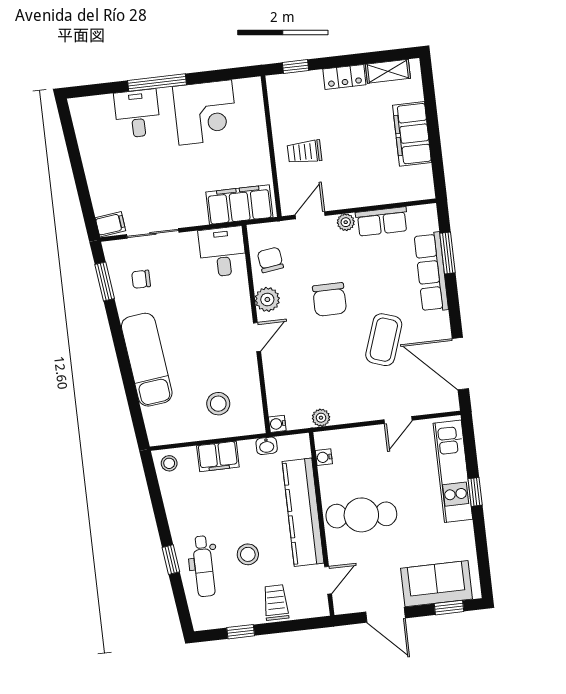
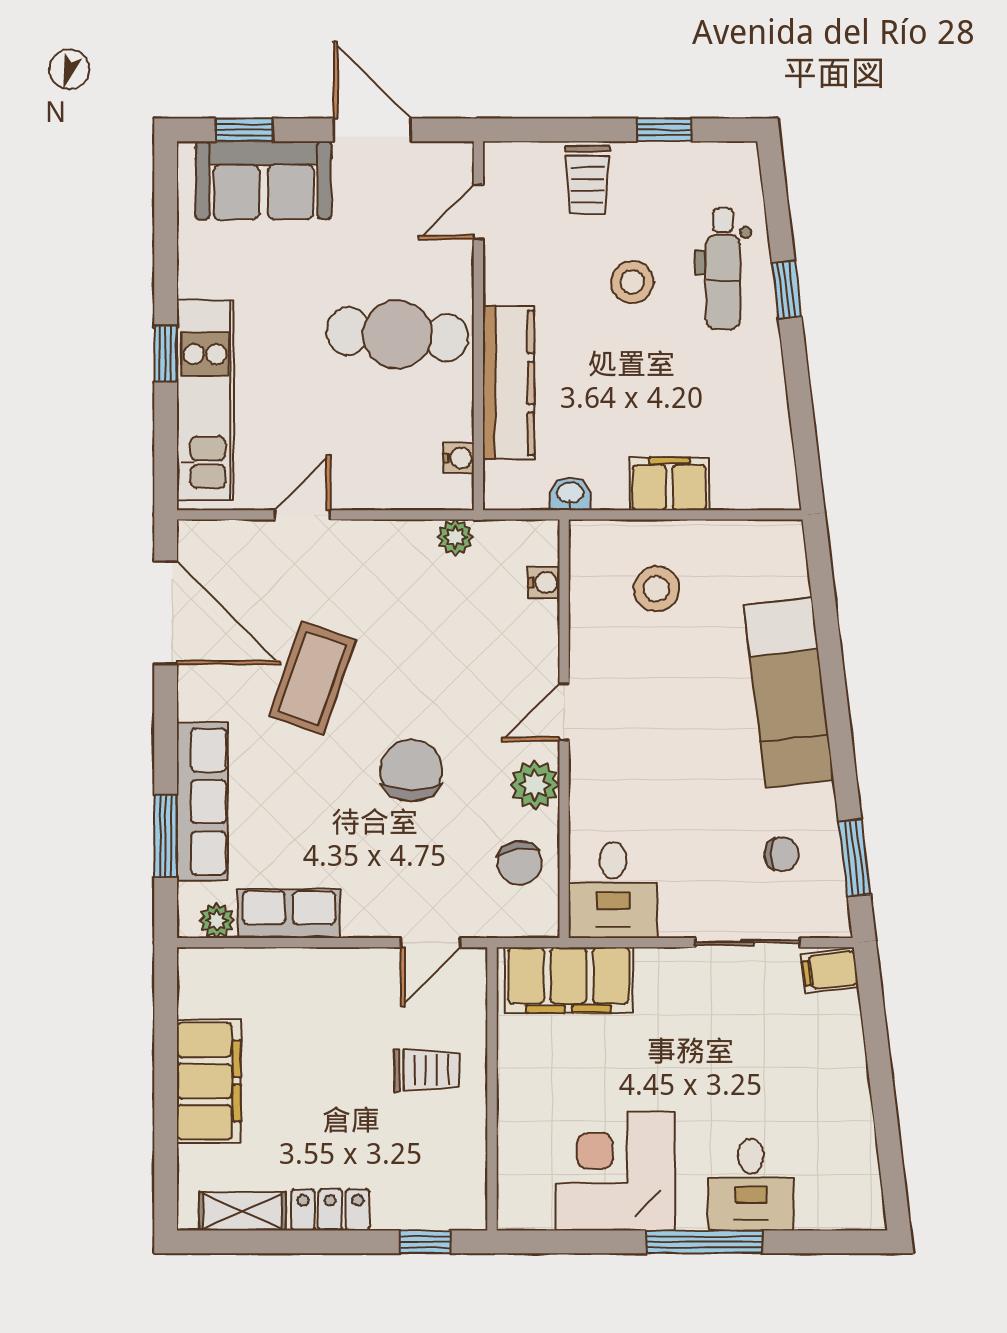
plant: (346, 222) -> (217, 921), moved
water cooler: (277, 424) -> (544, 583), moved
stool: (169, 463) -> (768, 481), removed
kitchen counter: (303, 512) -> (508, 383), width x0.72, depth x0.86
dental chair: (204, 566) -> (723, 269), turned 180

